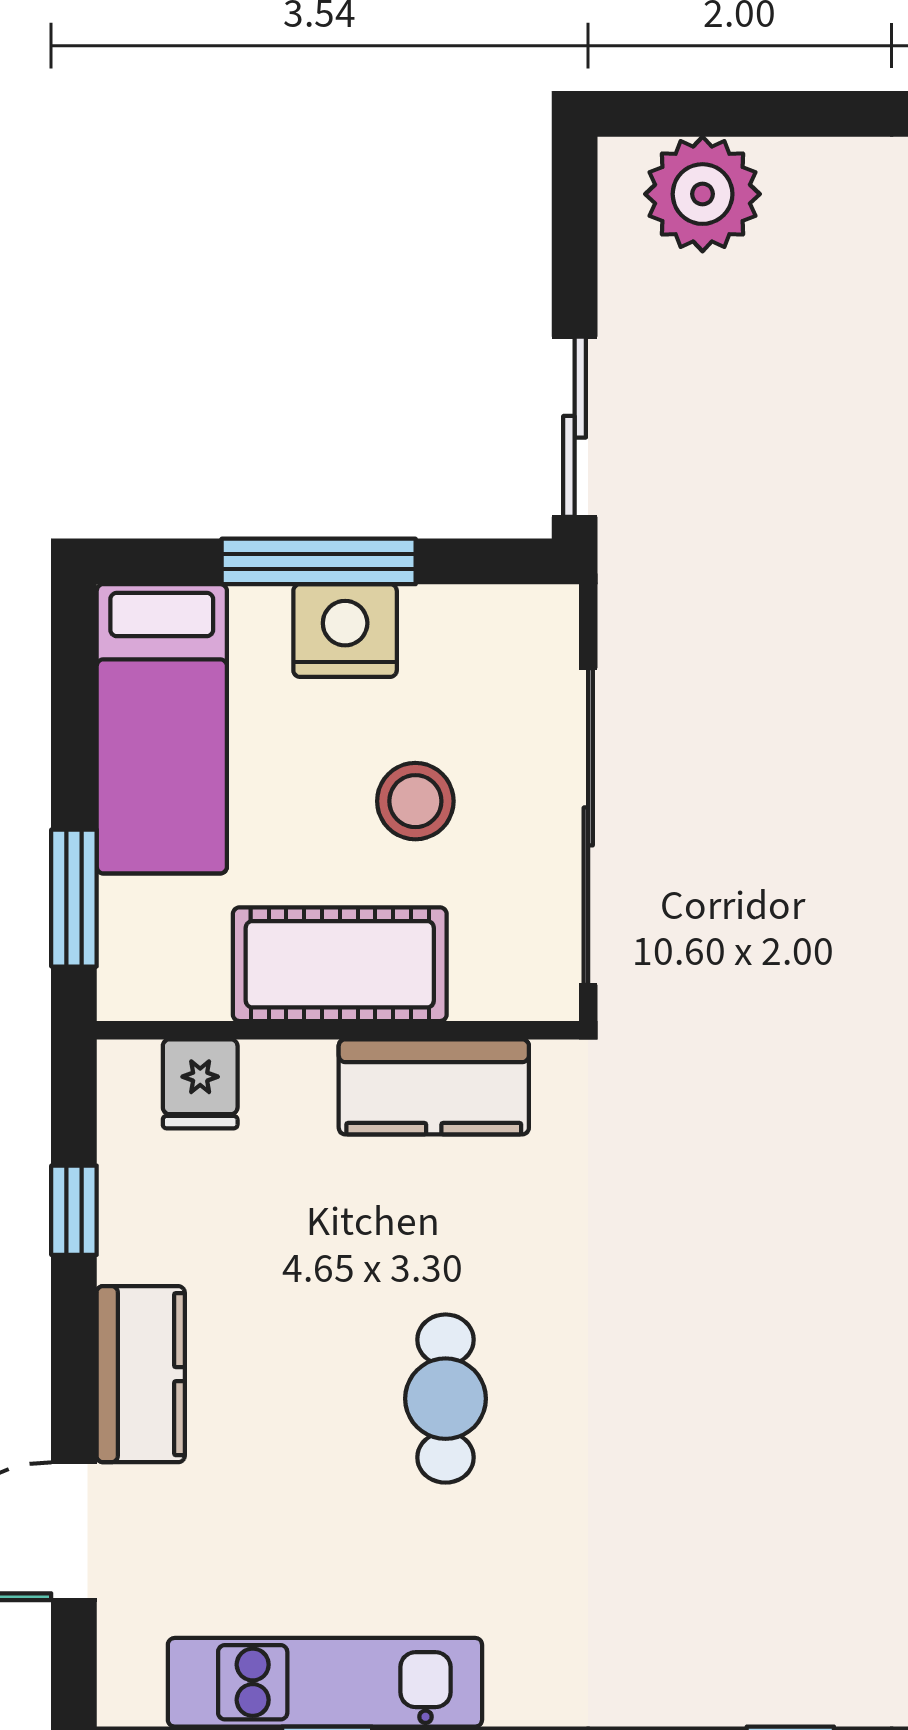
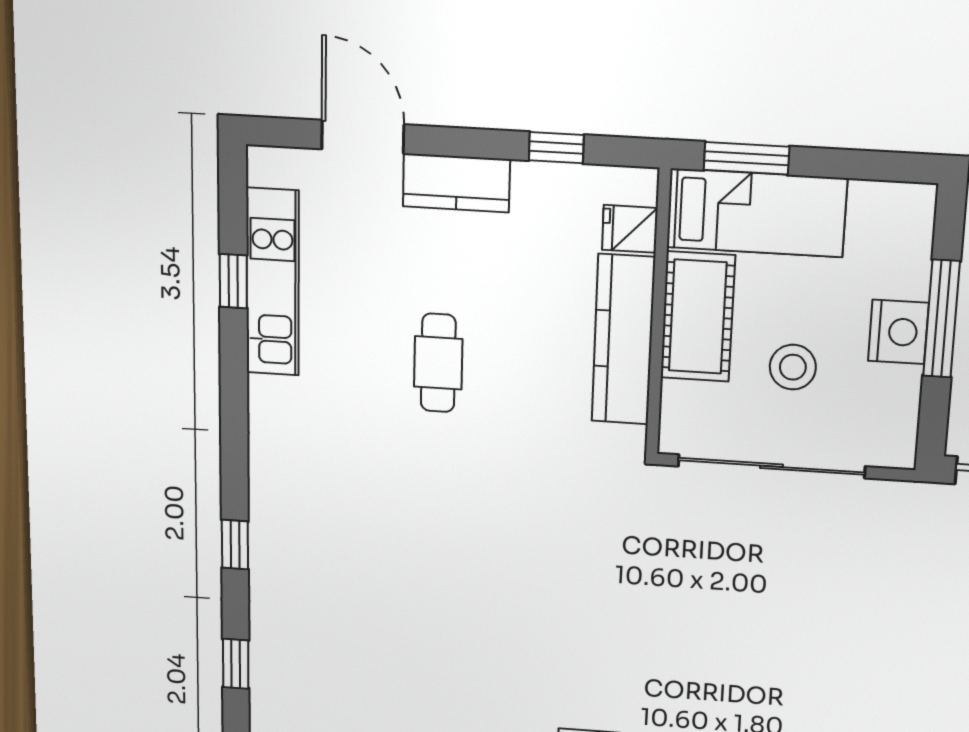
bed: (162, 729) -> (757, 213), moved, turned 180
kitchen counter: (434, 1087) -> (623, 340), width x1.50
cafe table: (446, 1399) -> (438, 363), turned 90

